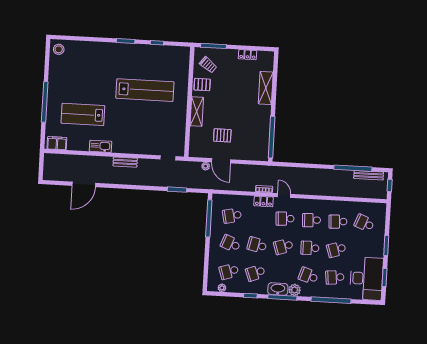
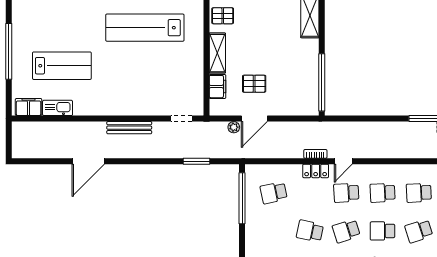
lab bench: (145, 90) -> (145, 28), turned 180
lab bench: (83, 114) -> (62, 66), turned 180
filing cabinet: (195, 136) -> (217, 87), added
kitchen sink: (101, 146) -> (58, 108), moved
door: (221, 161) -> (254, 119), hinge flipped
bench: (125, 162) -> (129, 128), width x1.36
door: (84, 184) -> (88, 161), moved
door: (284, 196) -> (343, 161), swing flipped
school desk: (231, 244) -> (274, 231), removed

